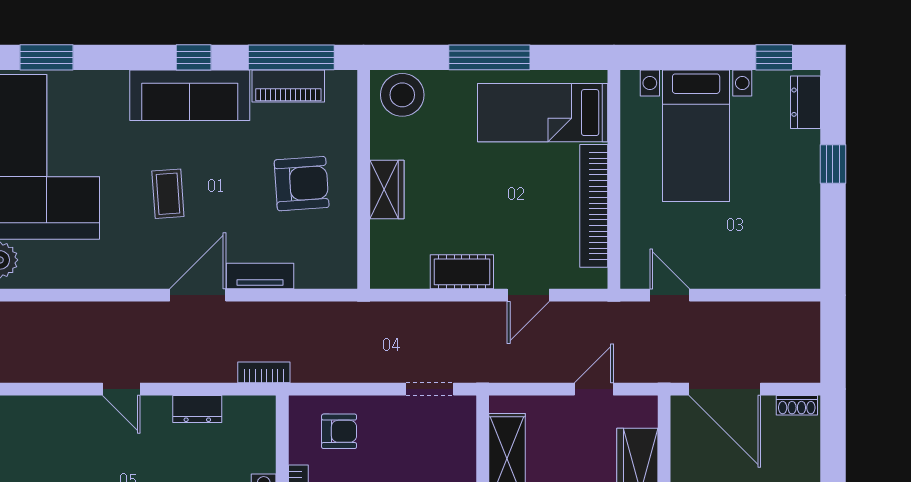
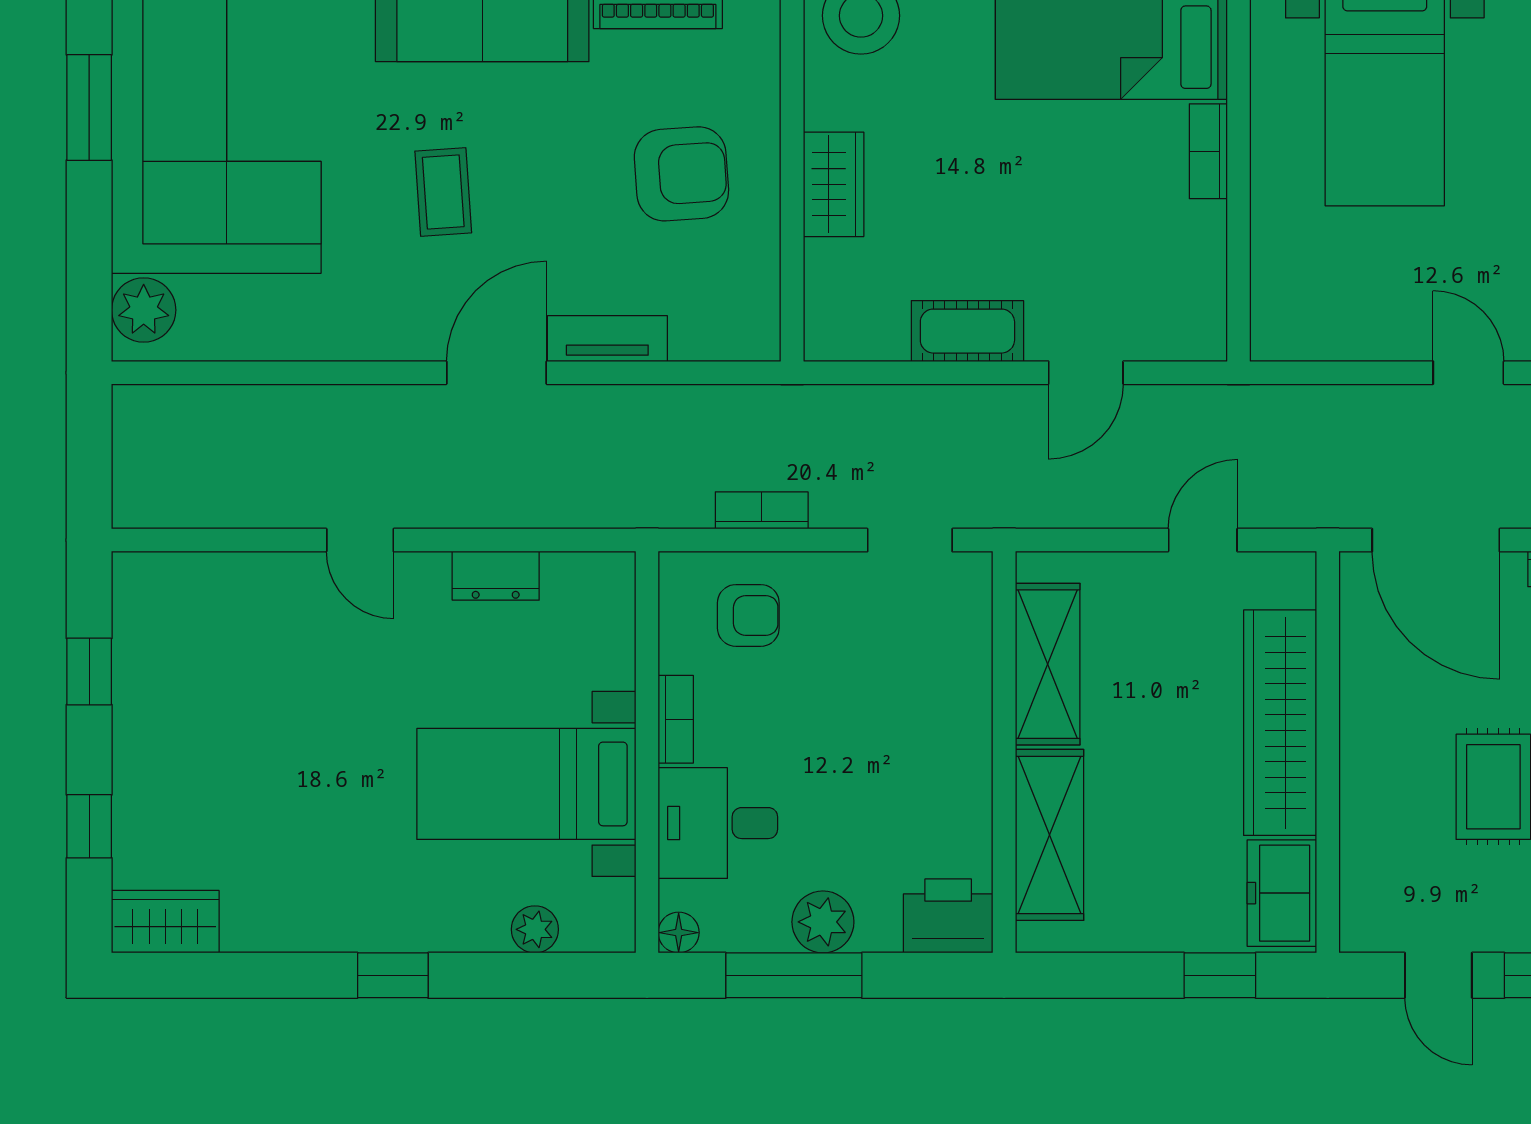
bookcase: (594, 206) -> (1208, 151), width x0.43, depth x0.76
door: (670, 295) -> (1468, 373), moved
bookcase: (264, 372) -> (762, 510), moved

